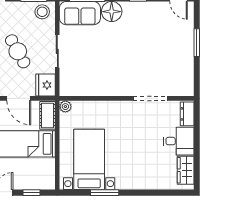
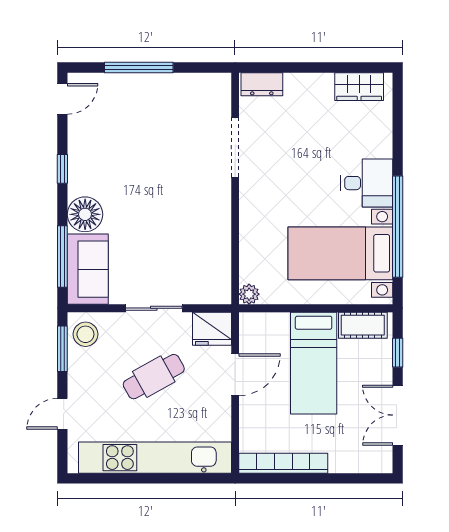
window: (197, 43) -> (139, 68), width x1.44
cot: (47, 115) -> (363, 325), moved
desk: (179, 141) -> (367, 183), moved, turned 90
window: (105, 193) -> (398, 227), width x2.11

